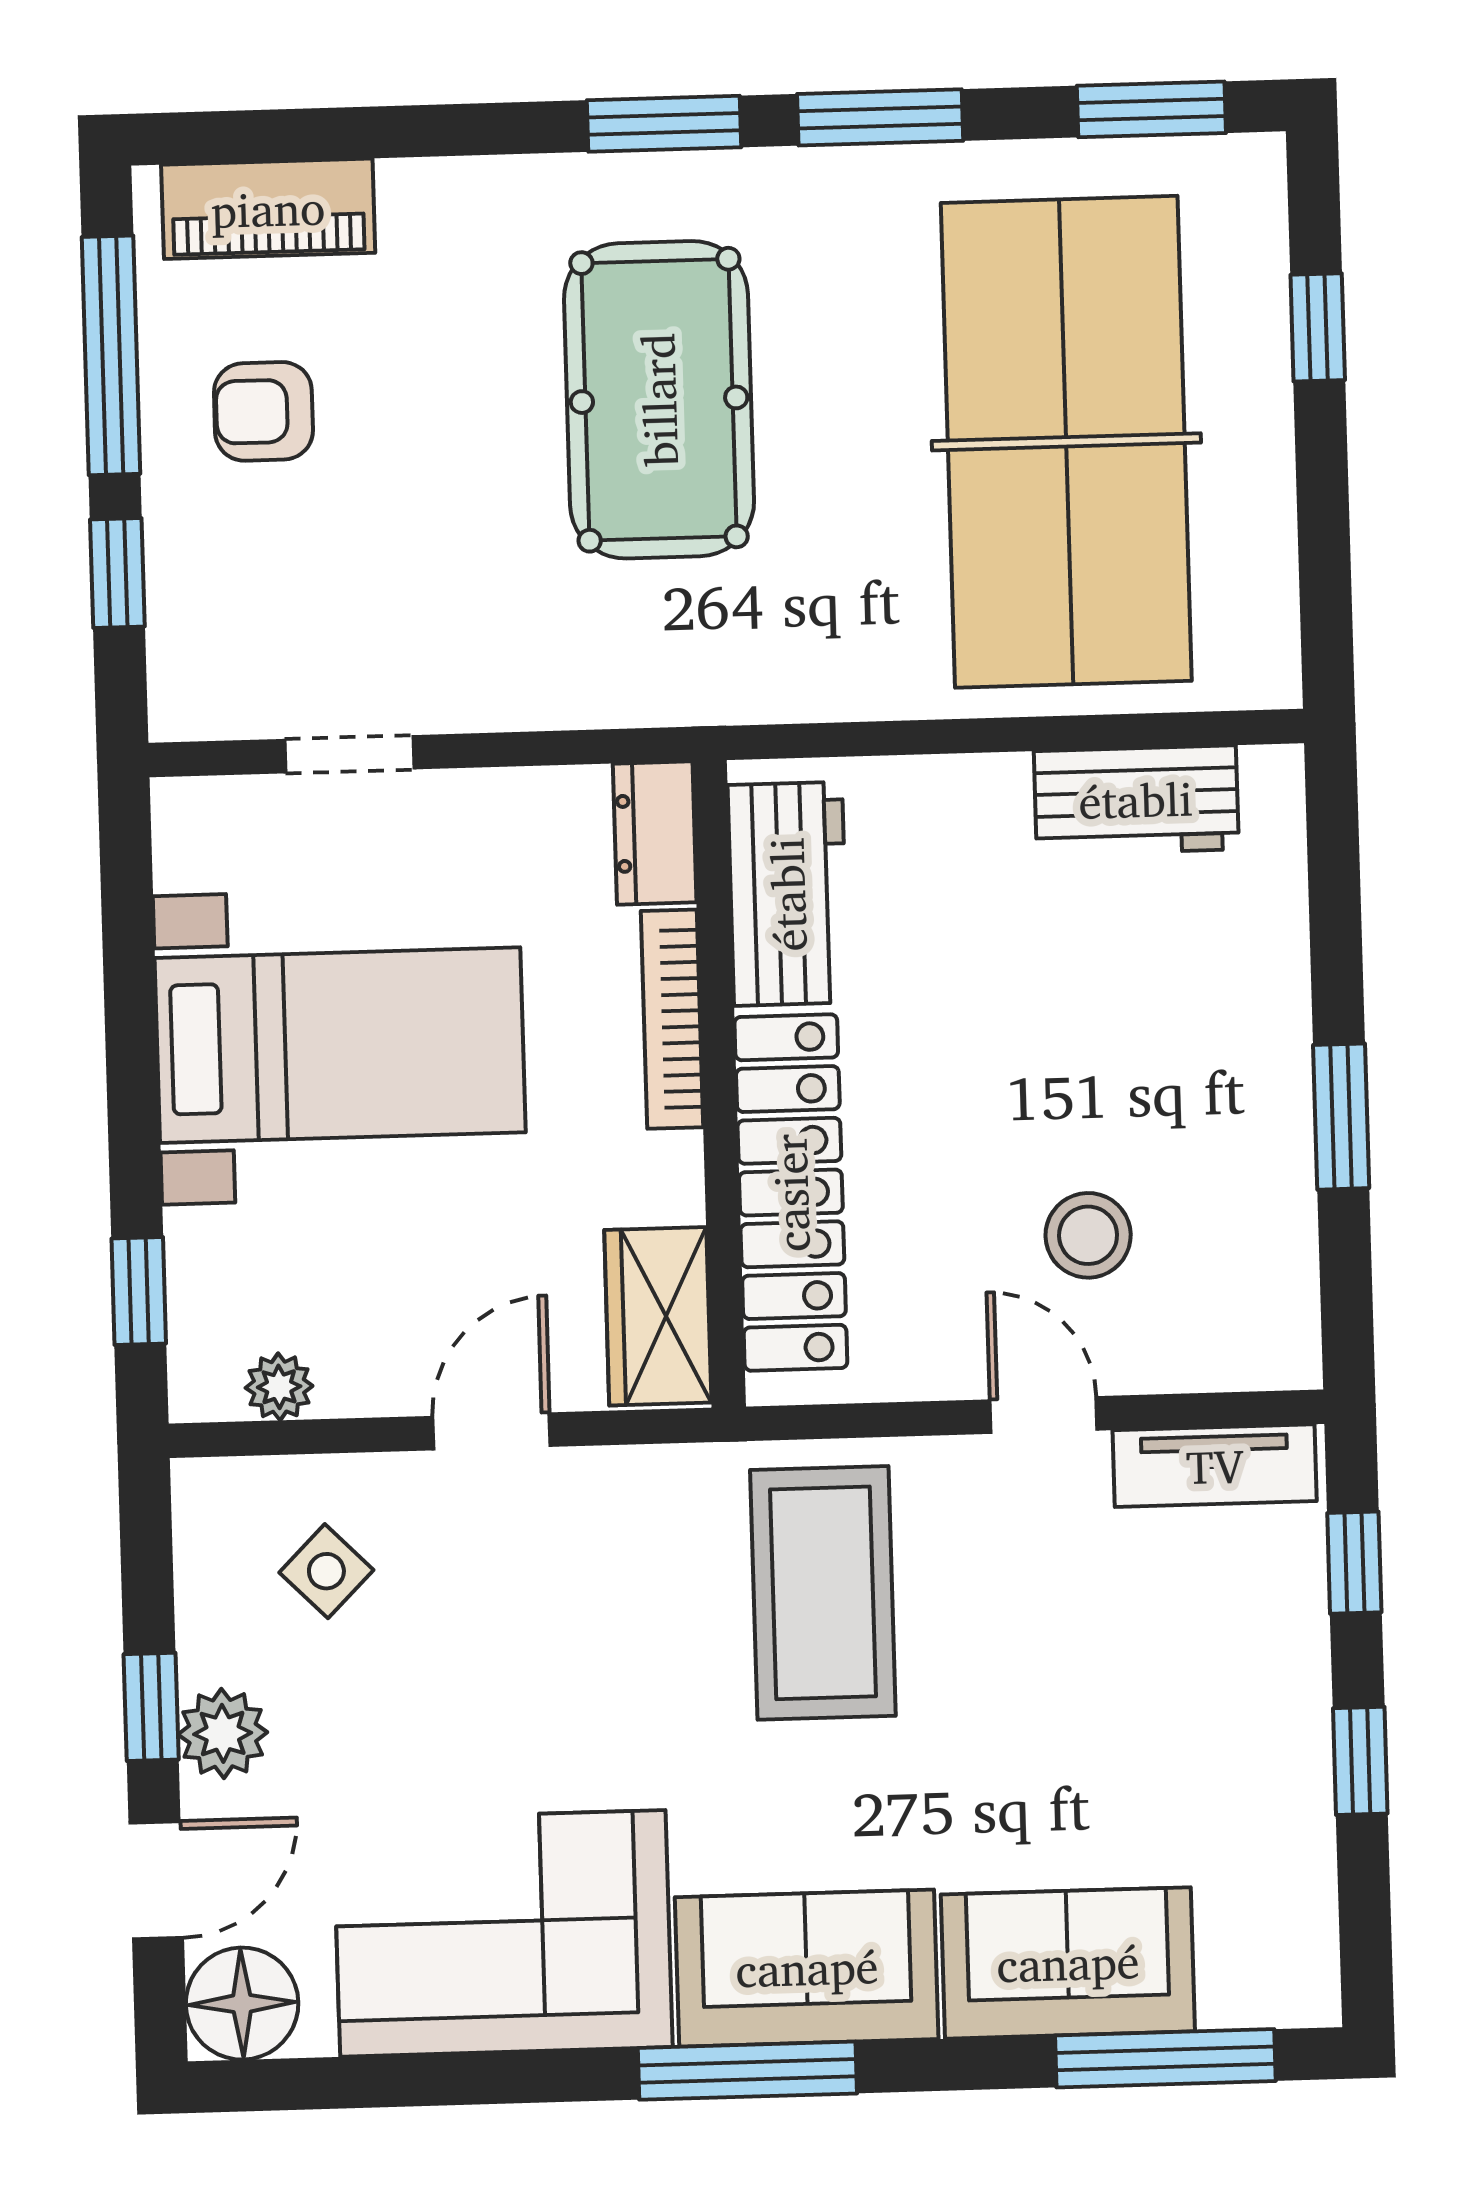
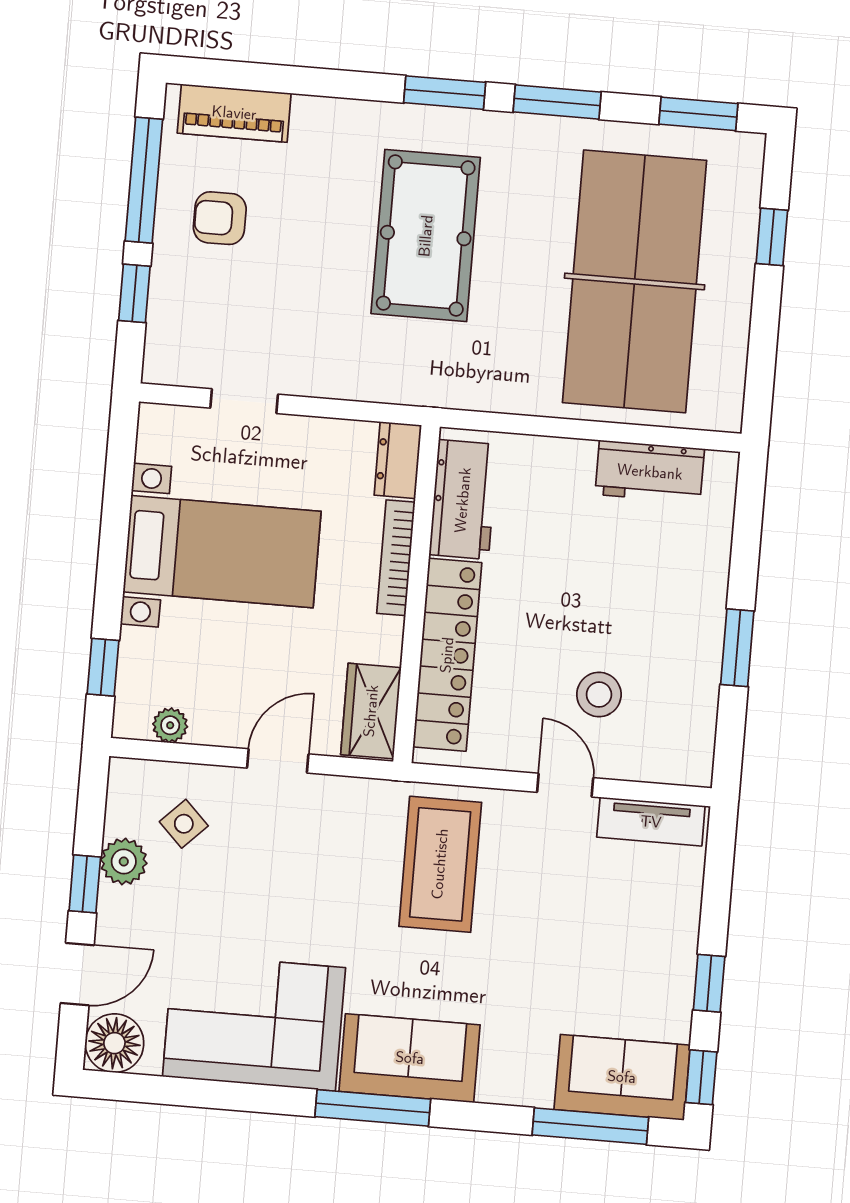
window: (1354, 1563) -> (701, 1077), moved
plant: (223, 1733) -> (124, 862), moved
sofa: (1068, 1963) -> (622, 1077), moved

